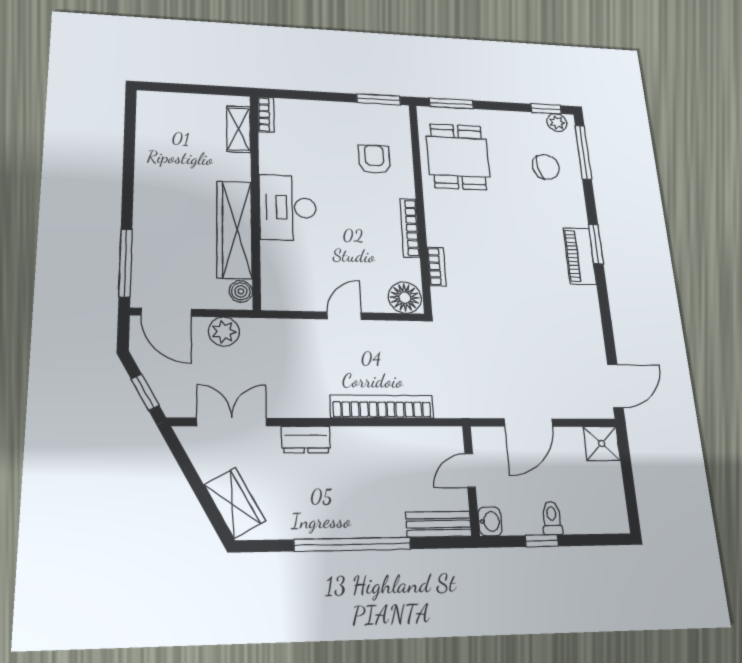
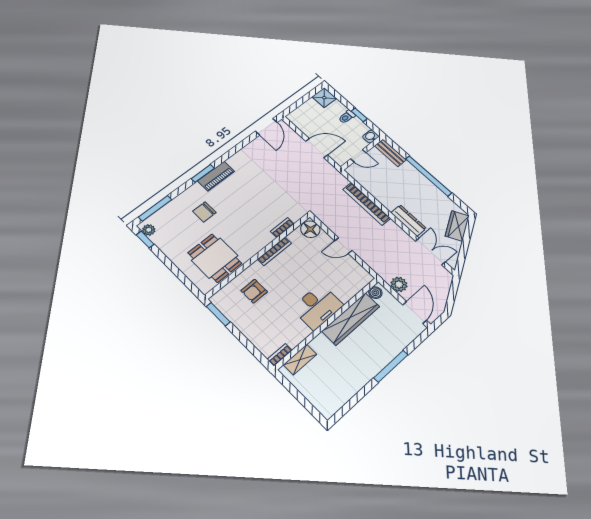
window: (451, 103) -> (186, 282), removed
dining table: (458, 157) -> (215, 258), turned 90
chair: (546, 167) -> (204, 212), moved, turned -79
window: (126, 263) -> (391, 366), moved
door: (615, 386) -> (266, 127), swing flipped
window: (145, 392) -> (453, 291), removed
double door: (232, 422) -> (430, 251), swing flipped
dresser: (306, 439) -> (408, 220), width x1.44
shower: (602, 443) -> (324, 98), moved

